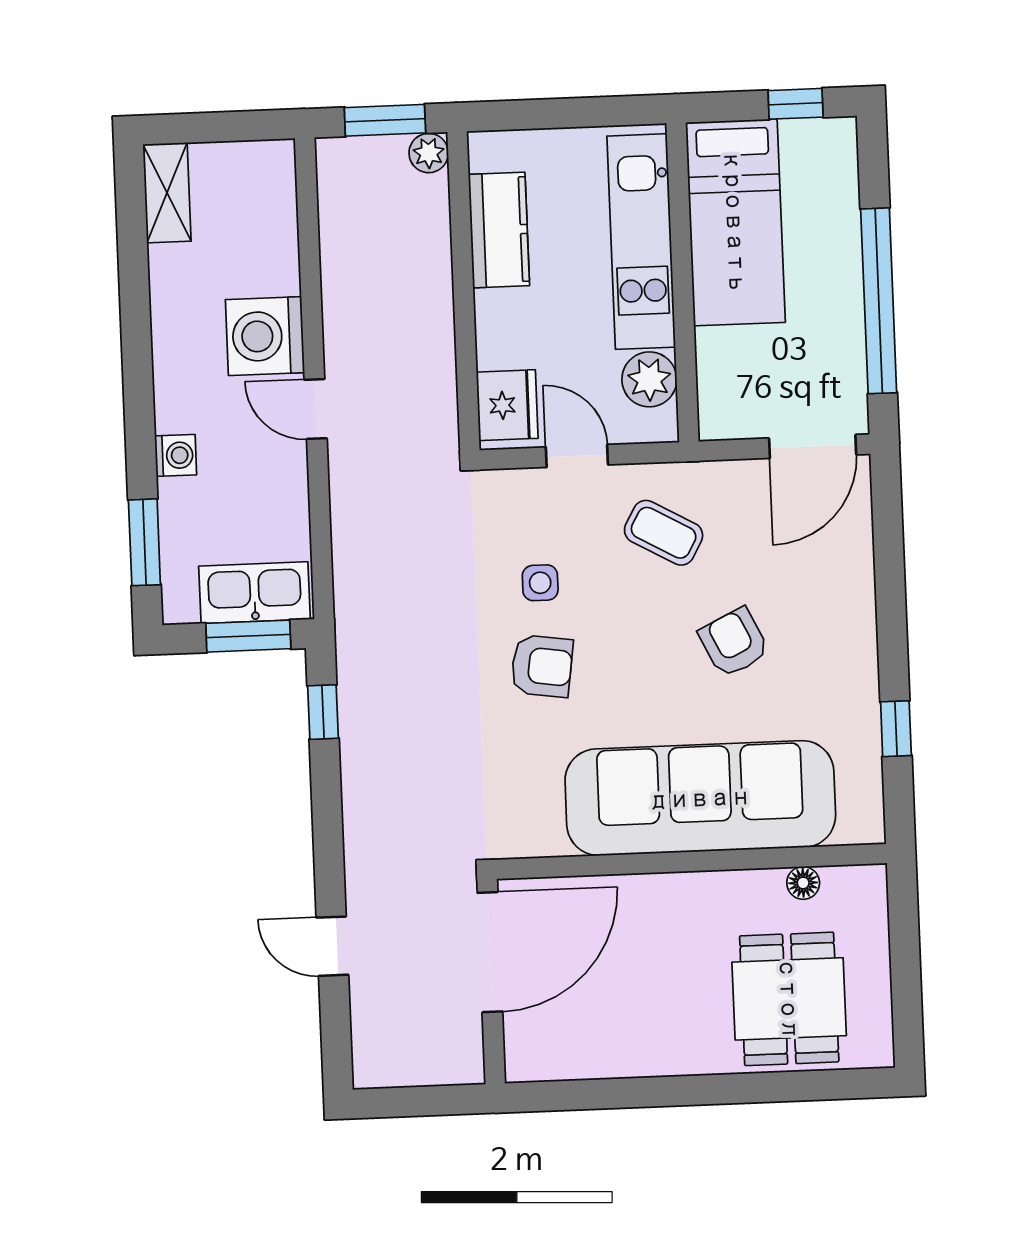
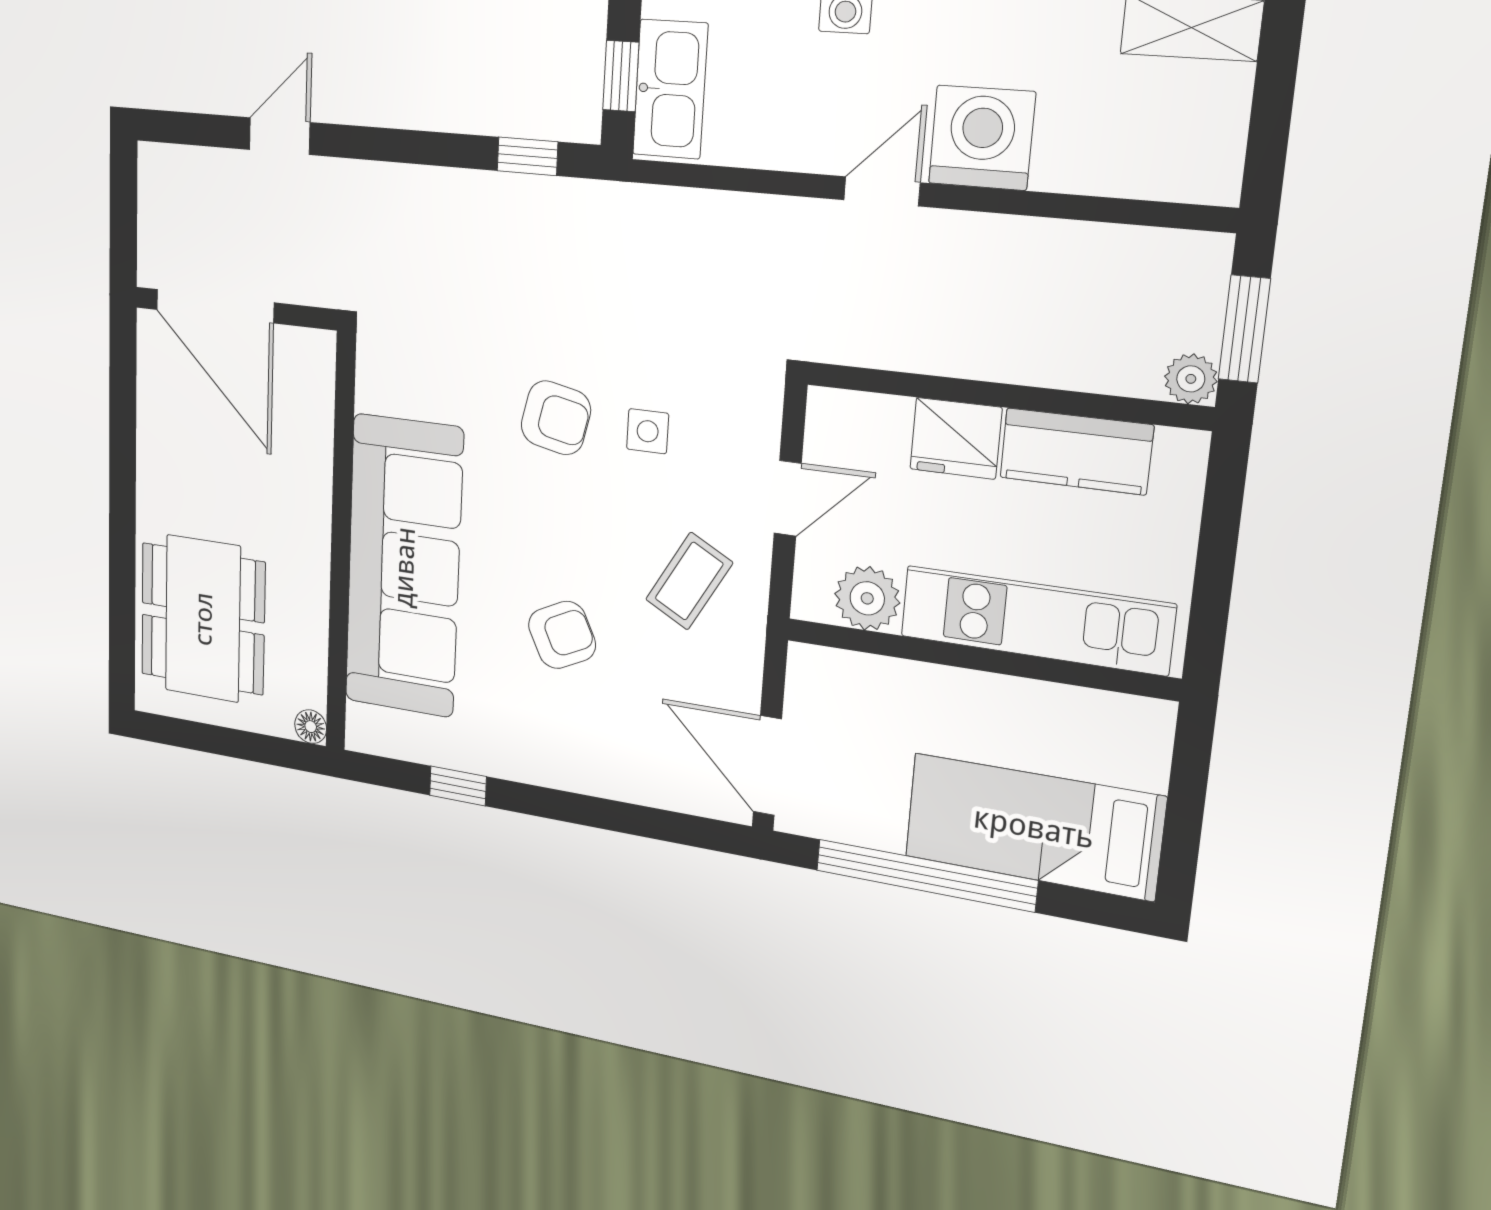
window: (796, 104) -> (1182, 835), removed
bed: (735, 222) -> (1034, 827), moved
fridge: (507, 405) -> (956, 438), moved
window: (248, 636) -> (621, 76), width x0.67
armchair: (542, 666) -> (556, 418), turned -86
floor lamp: (803, 883) -> (311, 727), moved
door: (490, 952) -> (215, 306), moved
dining table: (789, 999) -> (203, 619), width x1.38

